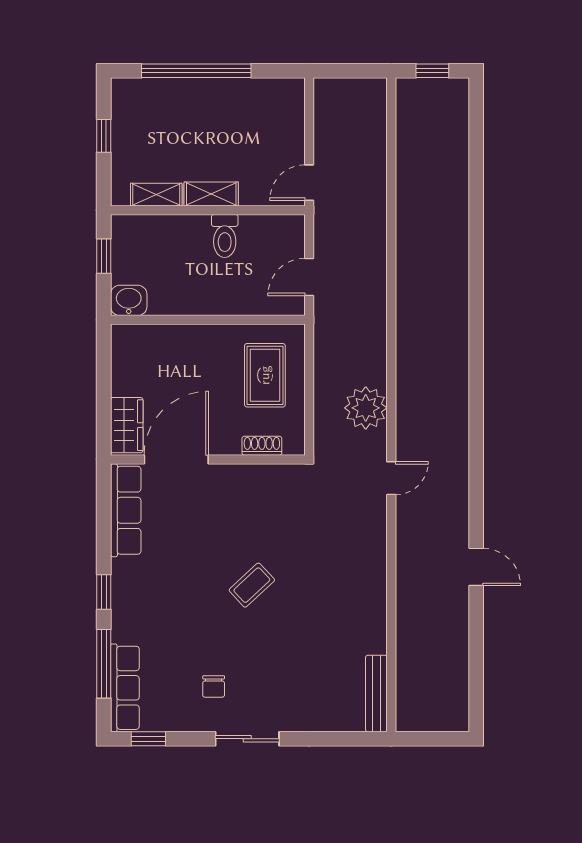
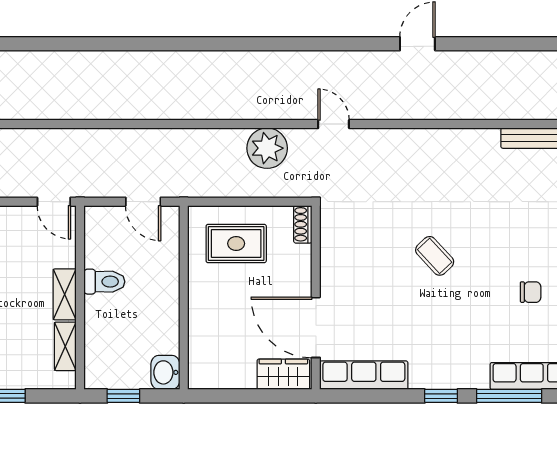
shoe rack: (262, 446) -> (303, 224), moved

